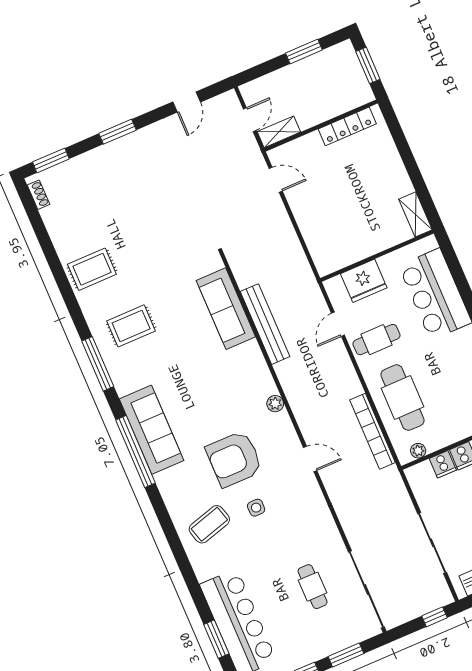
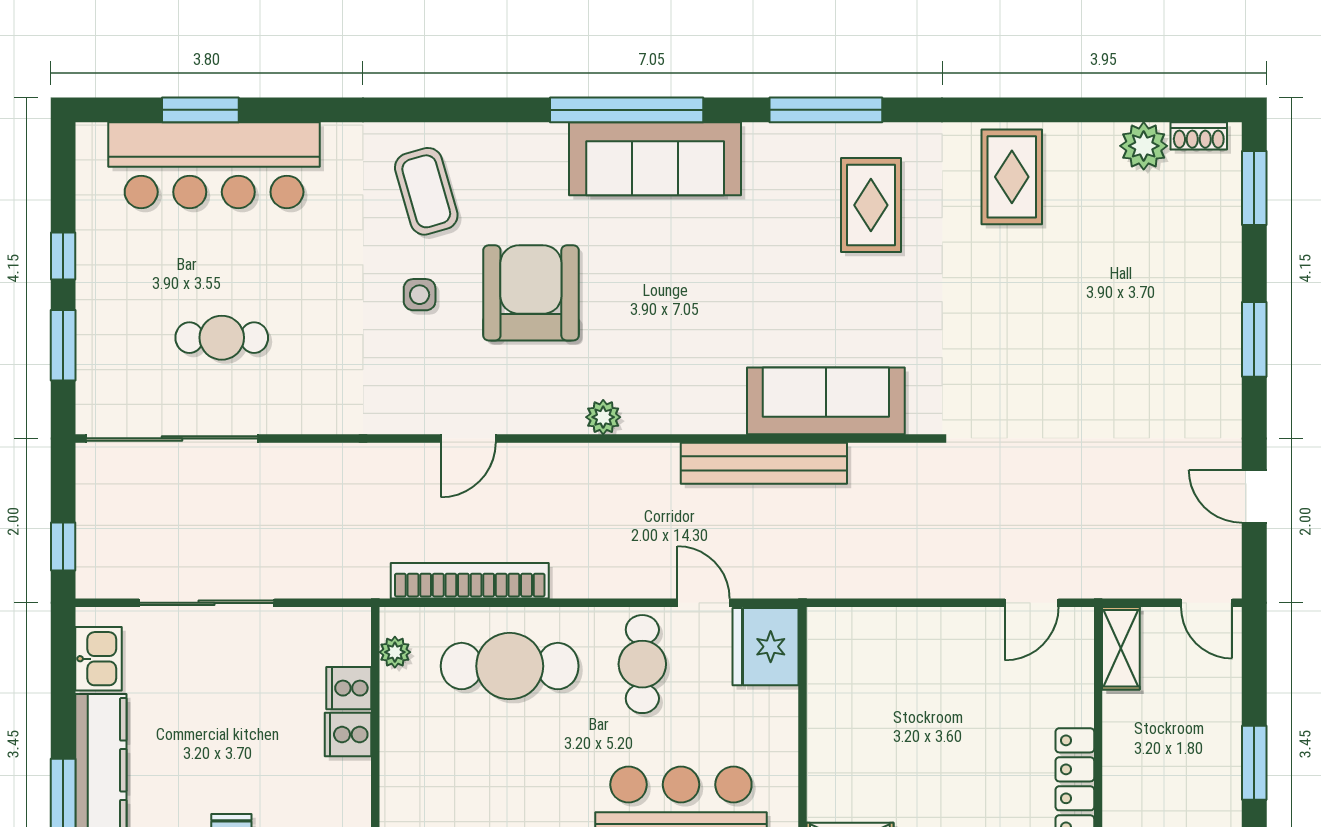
door: (250, 120) -> (1207, 603), moved
plant: (53, 217) -> (1144, 146), added
fridge: (364, 281) -> (765, 647), moved

